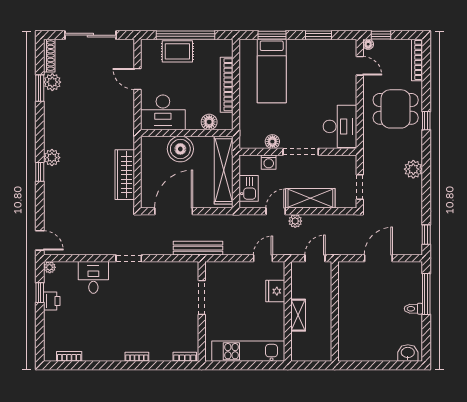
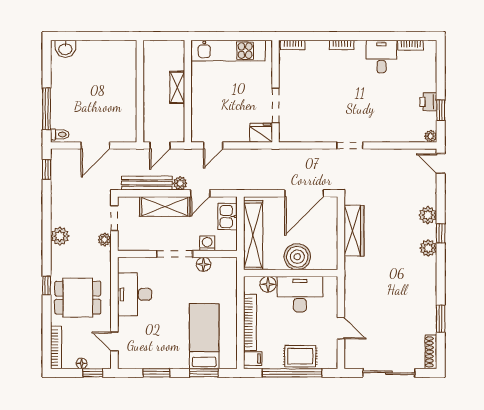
floor lamp: (368, 44) -> (82, 363), moved
filing cabinet: (224, 49) -> (253, 359), added
plant: (52, 82) -> (428, 215), moved
desk: (163, 112) -> (300, 294), moved
desk: (340, 126) -> (135, 294), moved
plant: (369, 166) -> (105, 240), added
bench: (198, 248) -> (147, 183), moved
desk: (93, 277) -> (381, 57), moved, turned 180
fridge: (275, 291) -> (261, 133), moved, turned -90
toilet: (413, 309) -> (60, 134), moved

